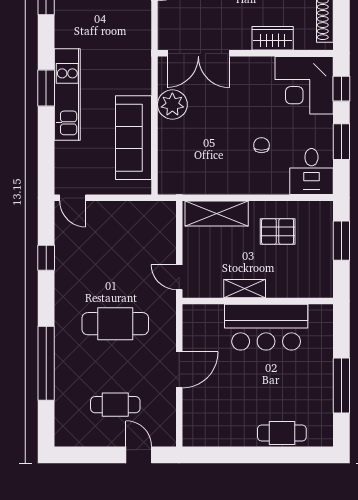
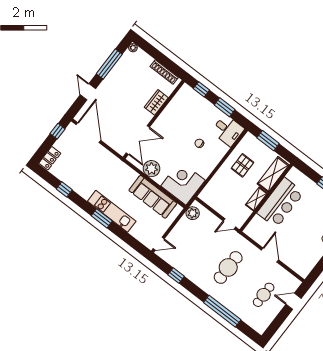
corner desk: (304, 85) -> (183, 183), moved, turned 180
plant: (154, 213) -> (193, 213), added
shelving: (217, 213) -> (273, 174), moved

